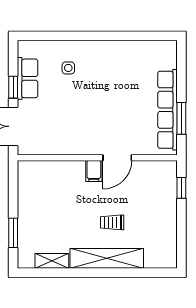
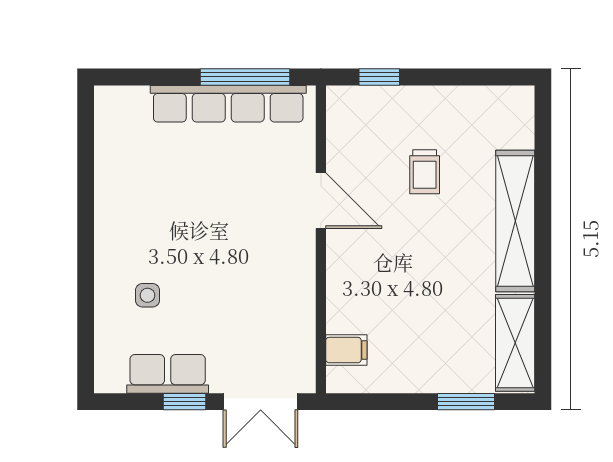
window: (181, 118) -> (245, 77), width x1.44
filing cabinet: (94, 171) -> (346, 350), moved
trolley: (112, 222) -> (425, 172), moved
shelving: (52, 261) -> (515, 343), width x1.50, depth x1.33

